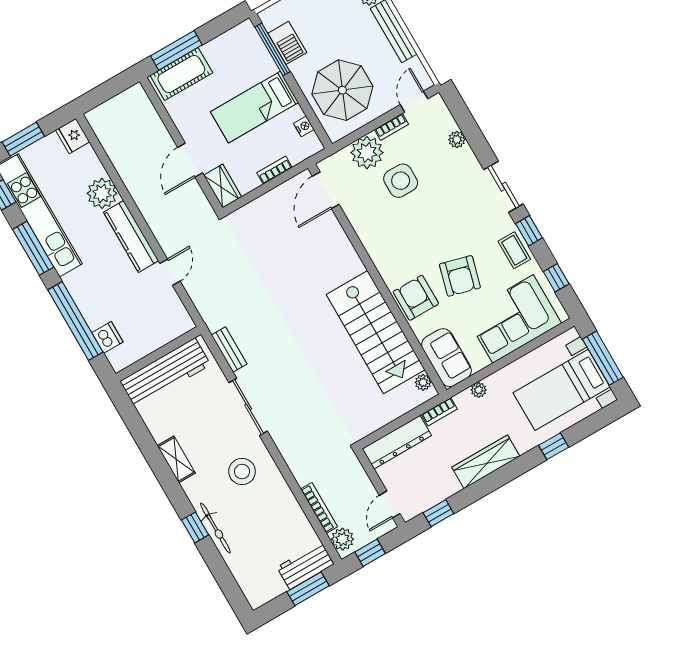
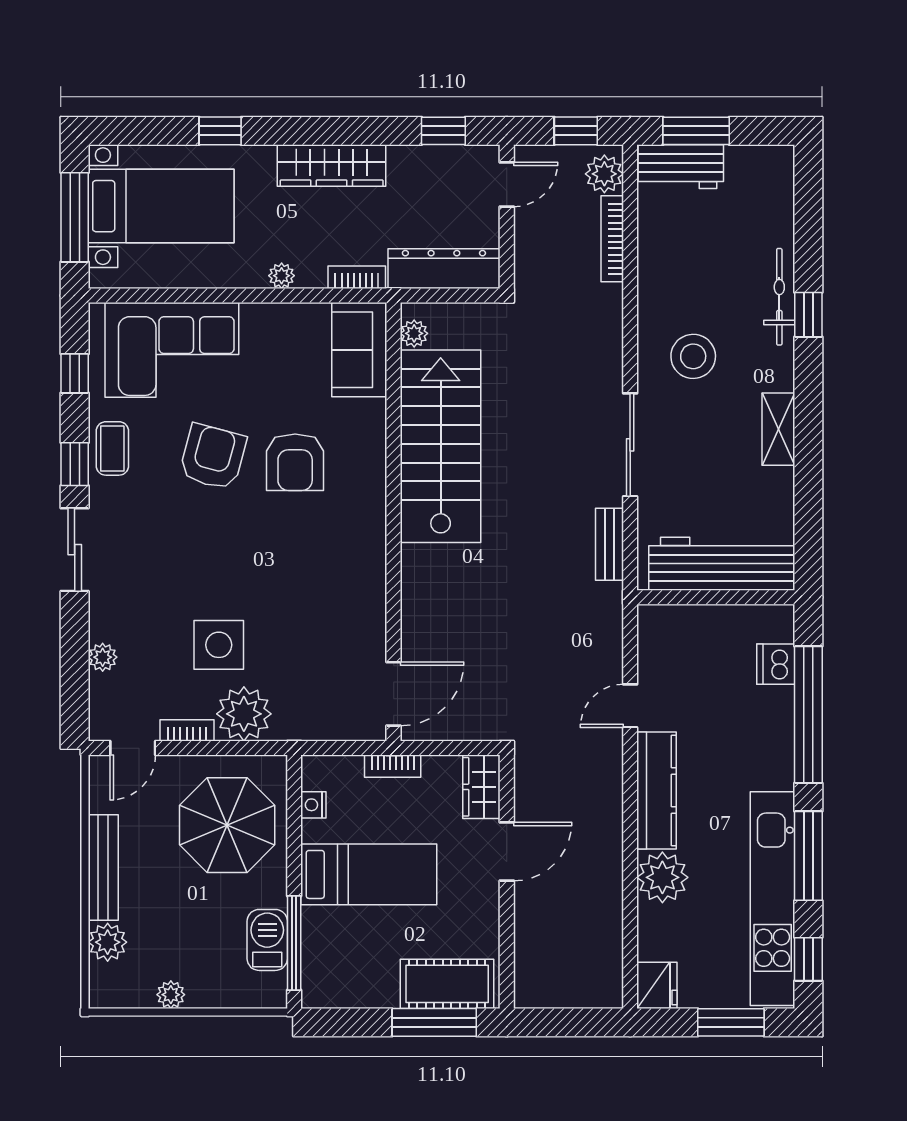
door: (326, 190) -> (394, 694), moved
wall: (377, 279) -> (394, 522), moved
stairs: (376, 332) -> (441, 446), moved
sofa: (446, 358) -> (359, 350), moved
plant: (423, 382) -> (414, 333), moved

